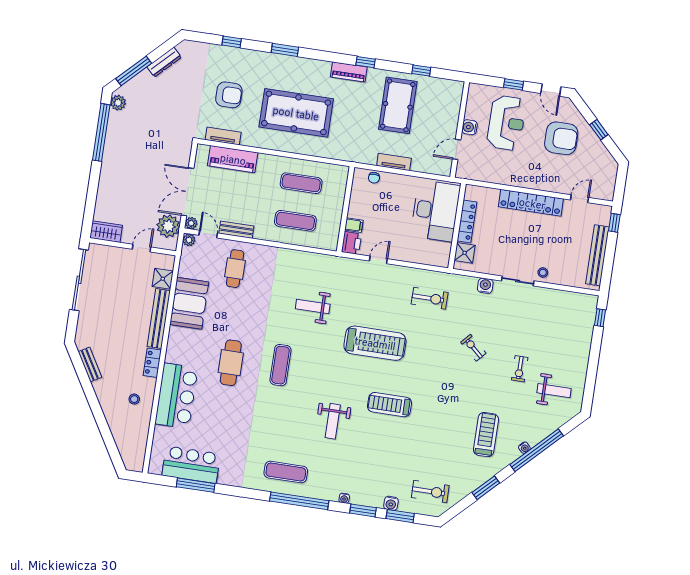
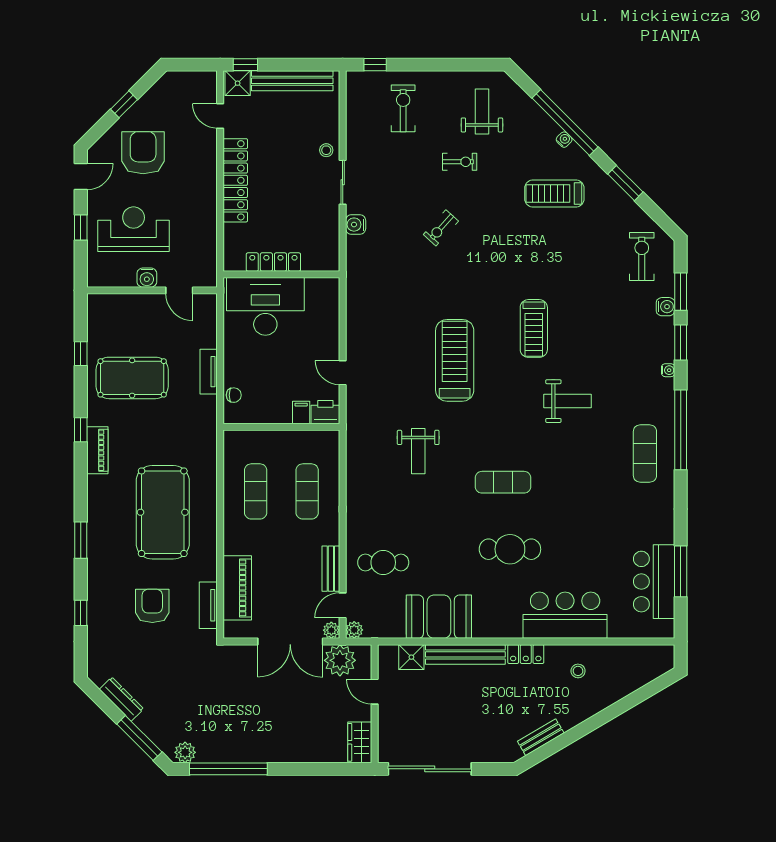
shower: (465, 253) -> (238, 83), moved
exercise bike: (430, 298) -> (403, 108), moved

